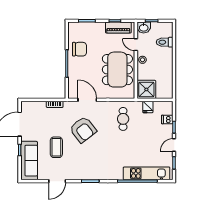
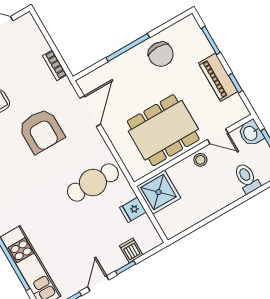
piano: (118, 28) -> (218, 77), moved
door: (136, 45) -> (218, 136), swing flipped
cafe table: (123, 119) -> (93, 183), width x1.37, depth x1.35
armchair: (83, 130) -> (41, 131), turned -52
door: (174, 145) -> (98, 283), hinge flipped

